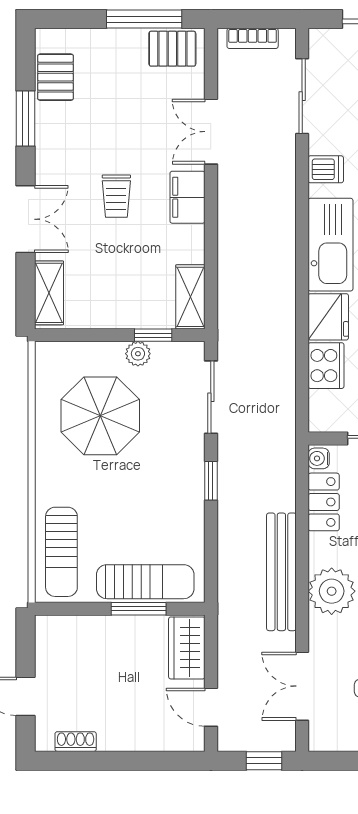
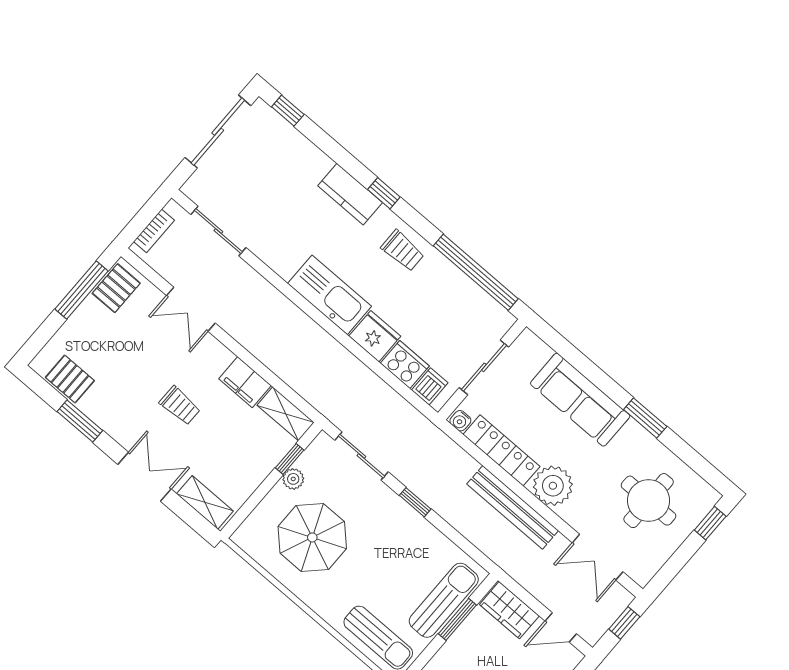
dishwasher: (326, 169) -> (430, 386), moved
filing cabinet: (187, 197) -> (245, 382), moved
locker: (324, 502) -> (501, 450), width x1.53

